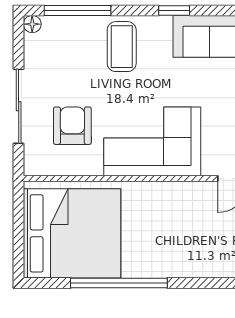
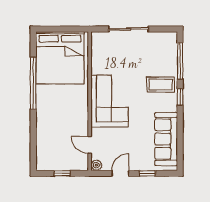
window: (174, 10) -> (180, 97), moved
floor lamp: (32, 24) -> (173, 36), removed
armchair: (72, 126) -> (118, 58), removed

